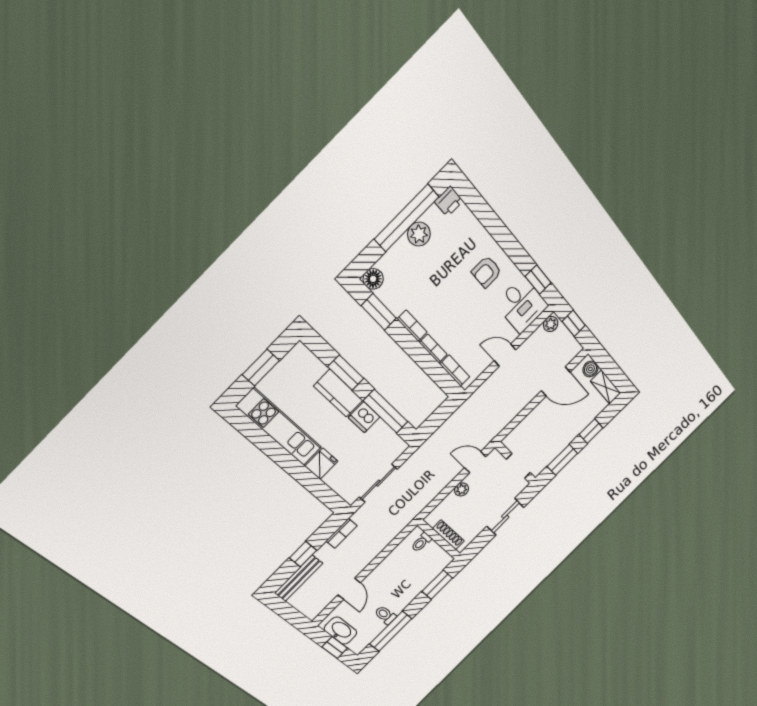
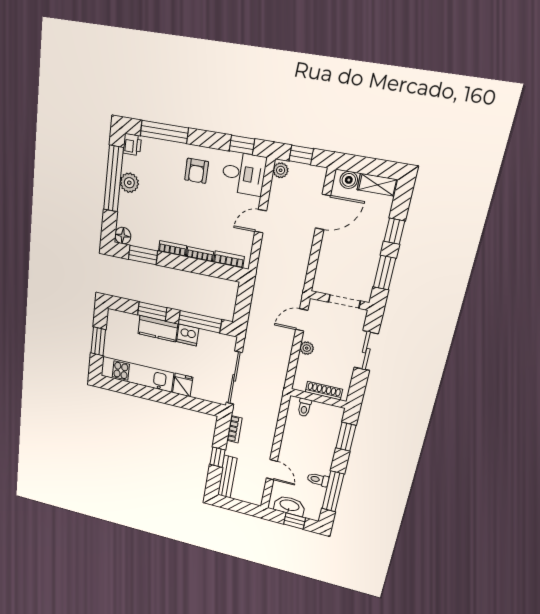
window: (486, 215) -> (164, 132), added
sliding door: (378, 483) -> (234, 378), width x1.37

